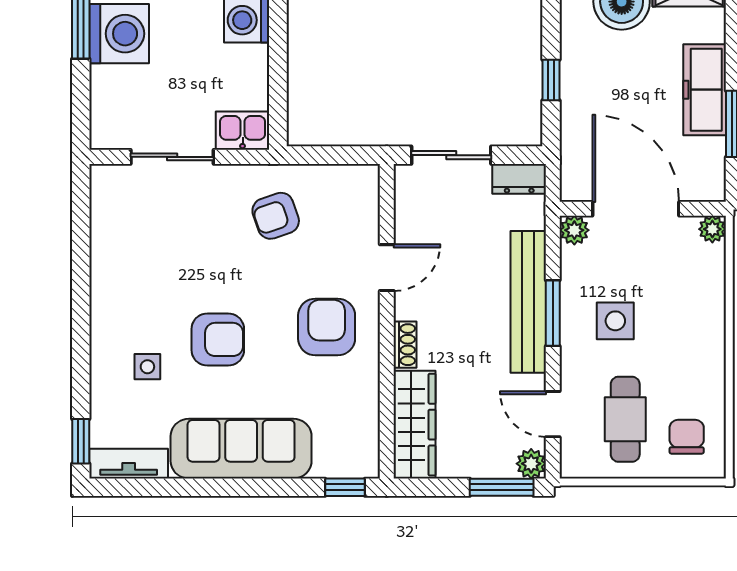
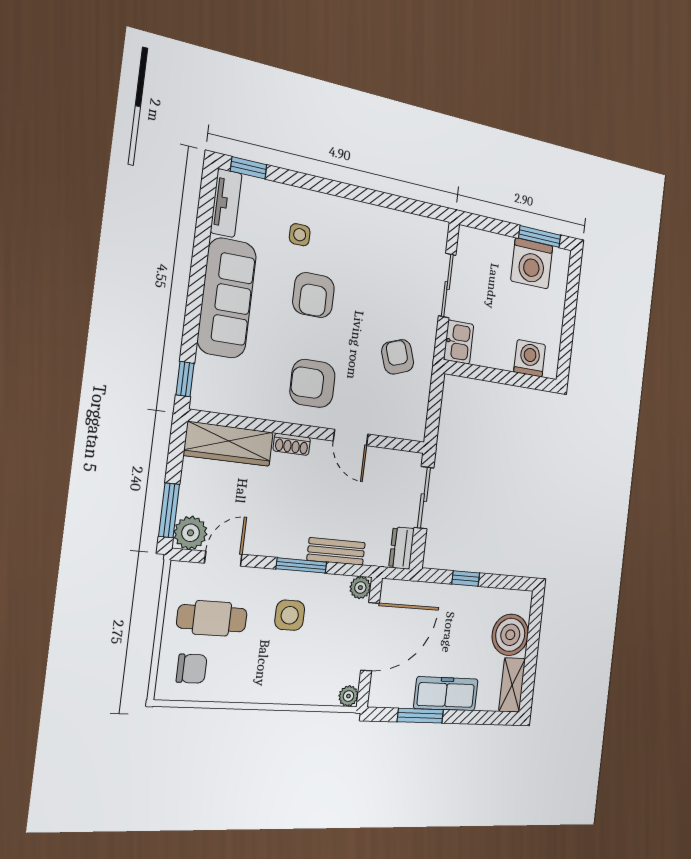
bench: (528, 302) -> (336, 551), width x0.54, depth x0.82
armchair: (327, 327) -> (313, 383), turned 180
plant: (531, 464) -> (191, 533), width x1.38, depth x1.38

